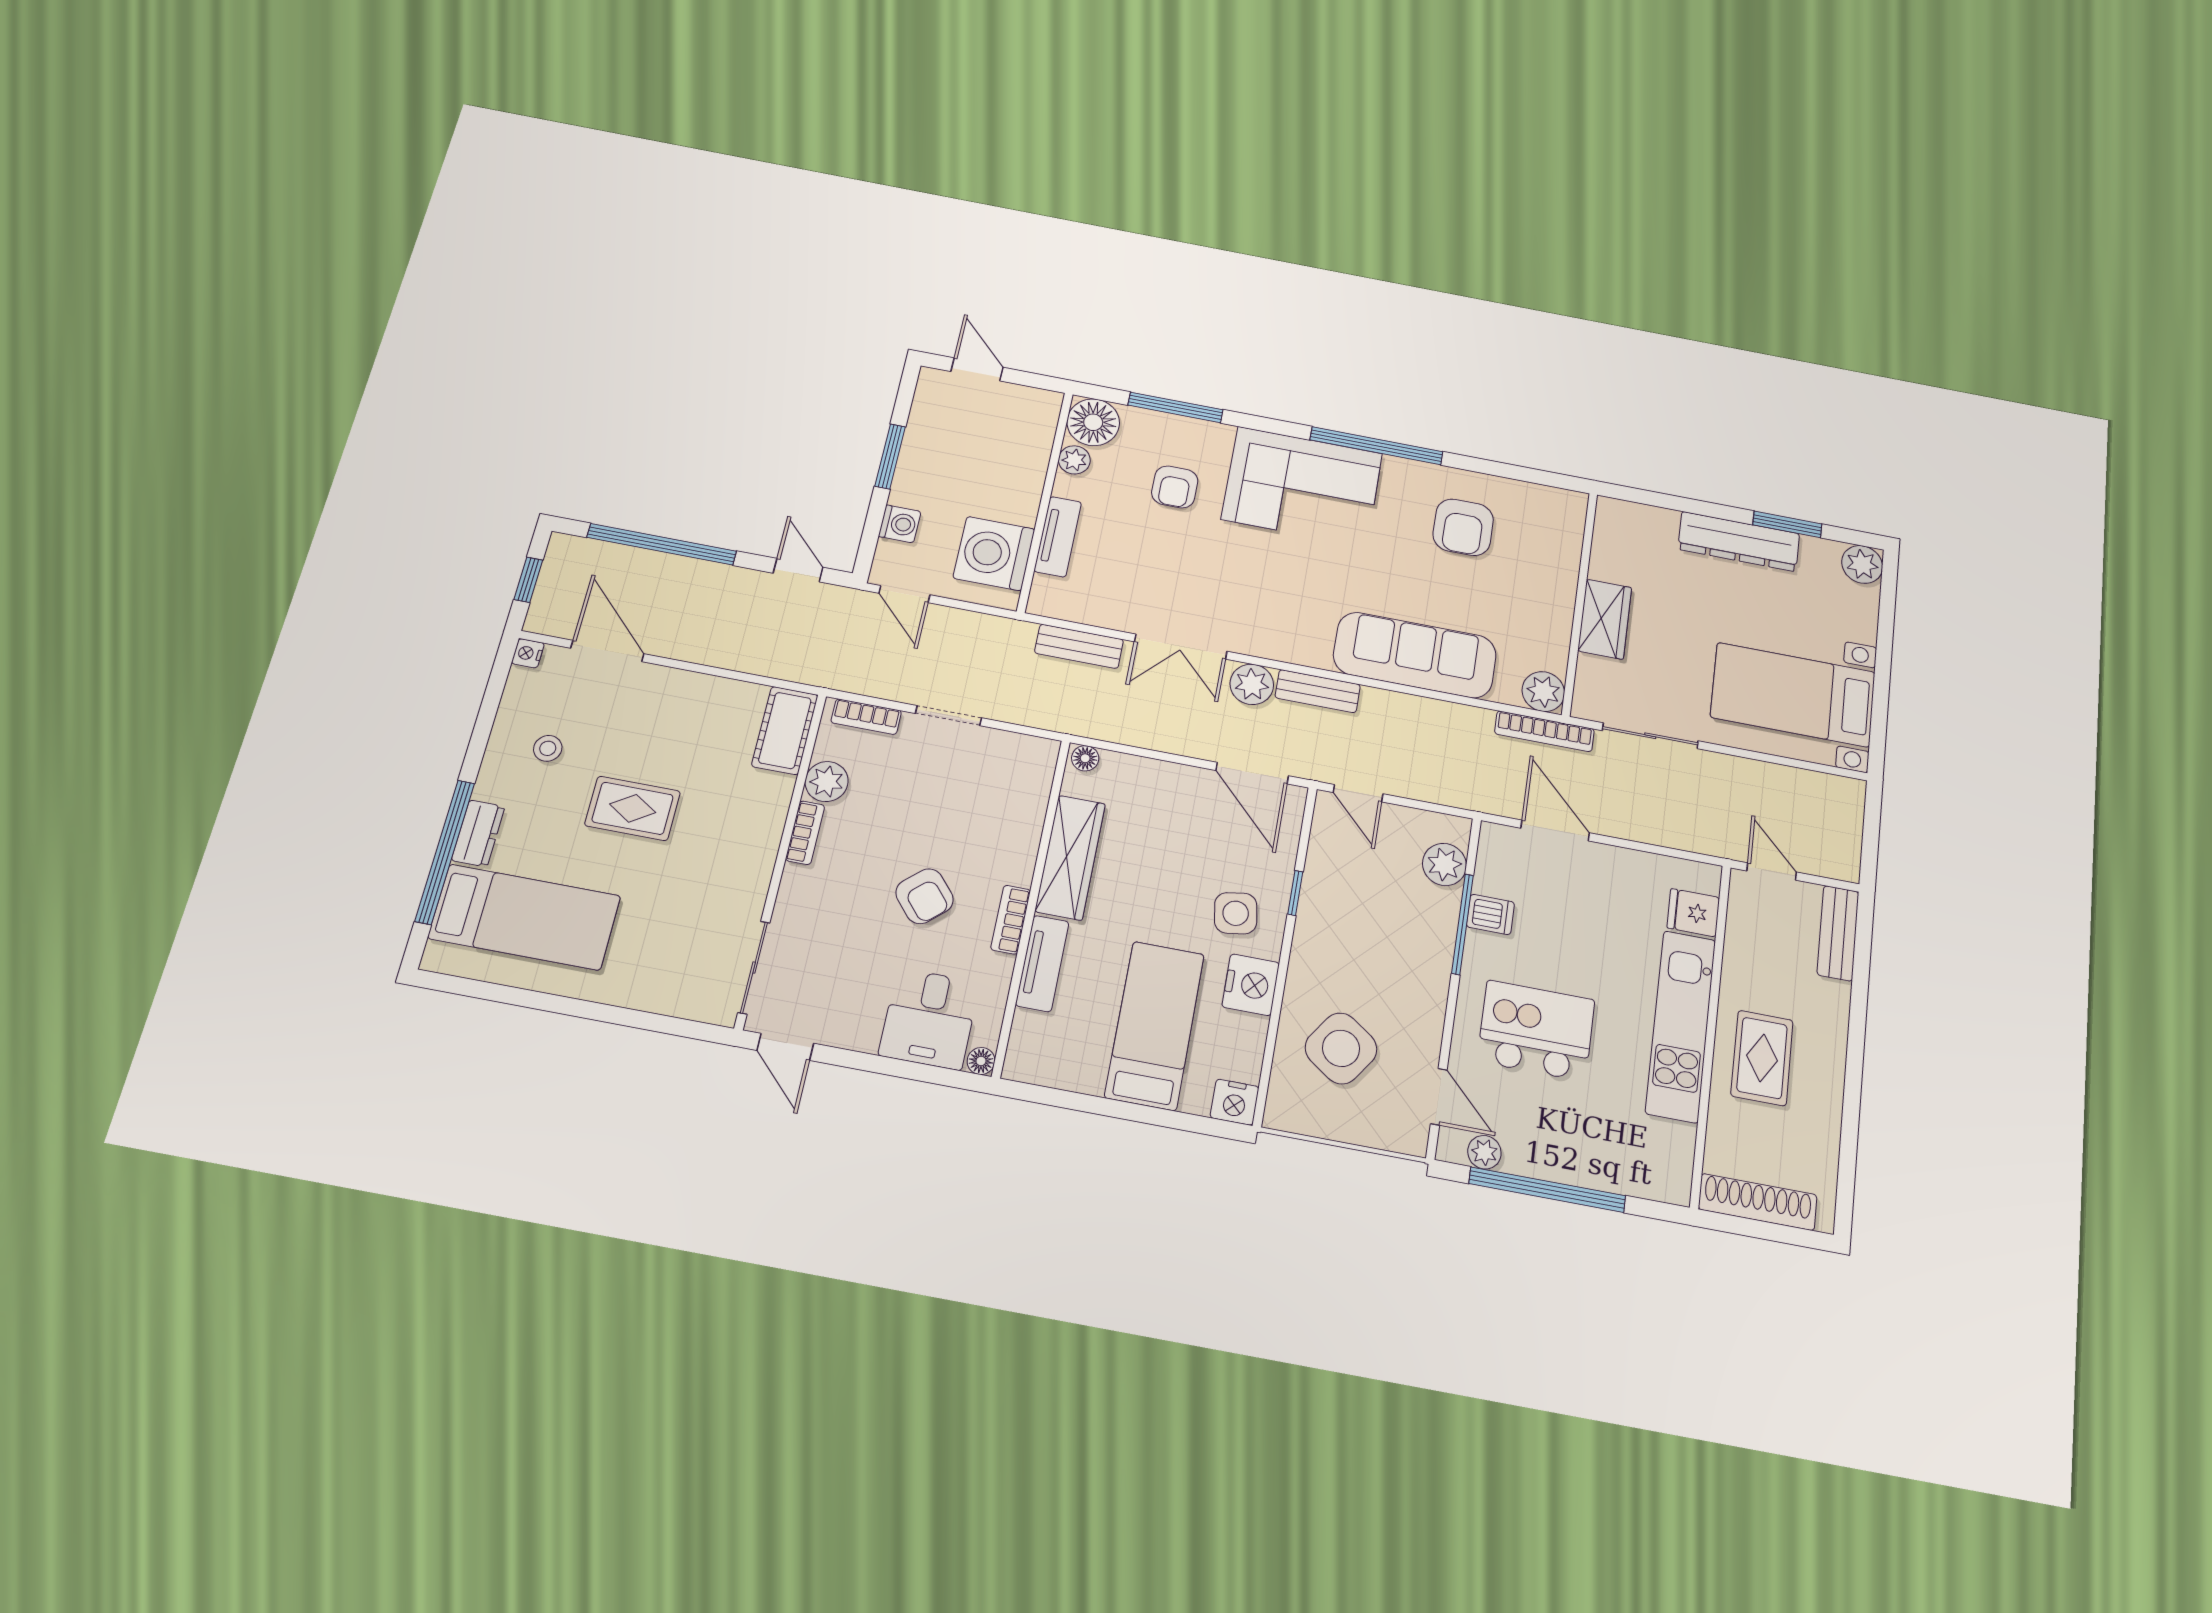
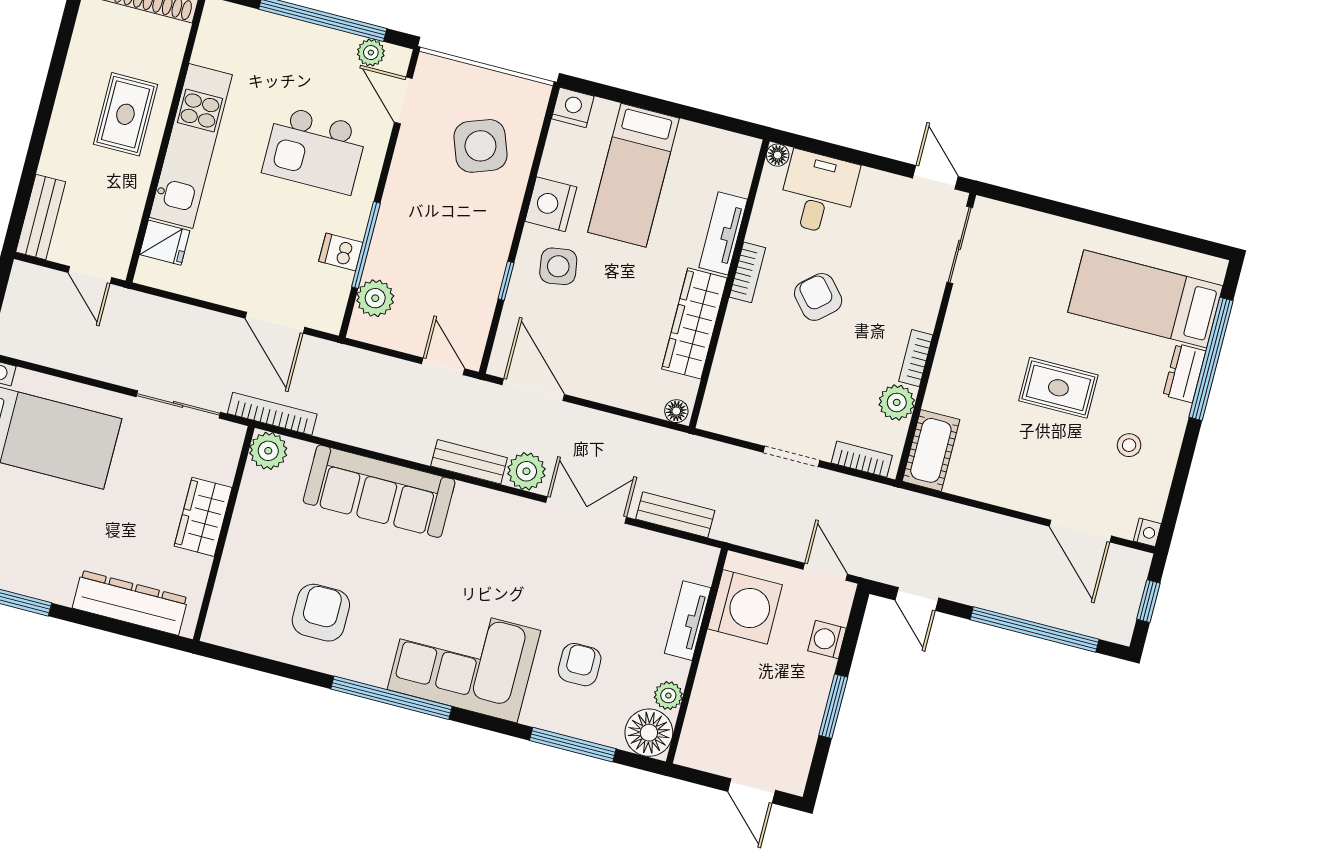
dresser: (1739, 541) -> (130, 603), moved
side table: (1341, 1048) -> (480, 146), turned 35

